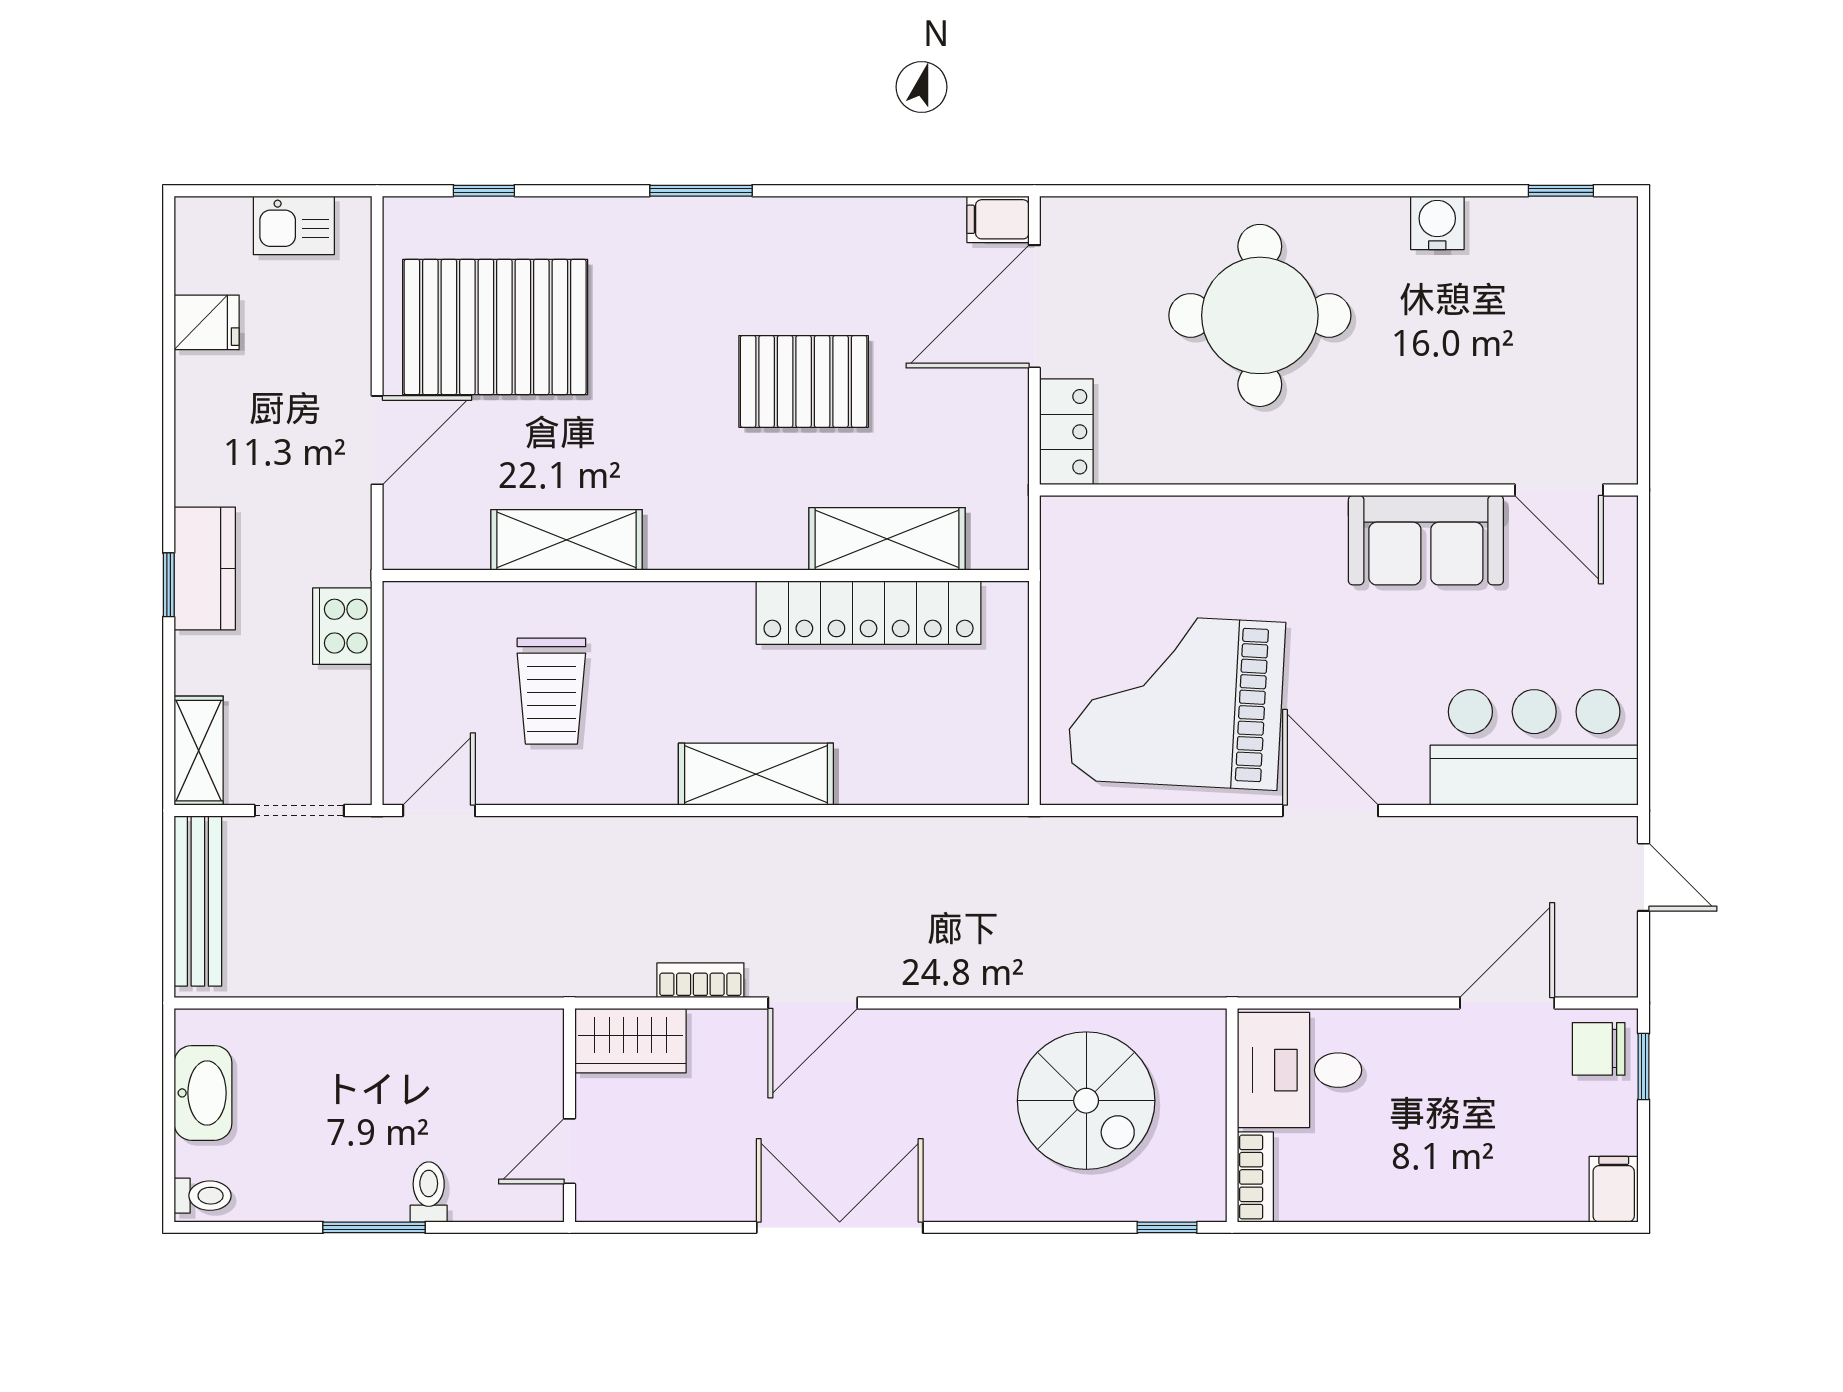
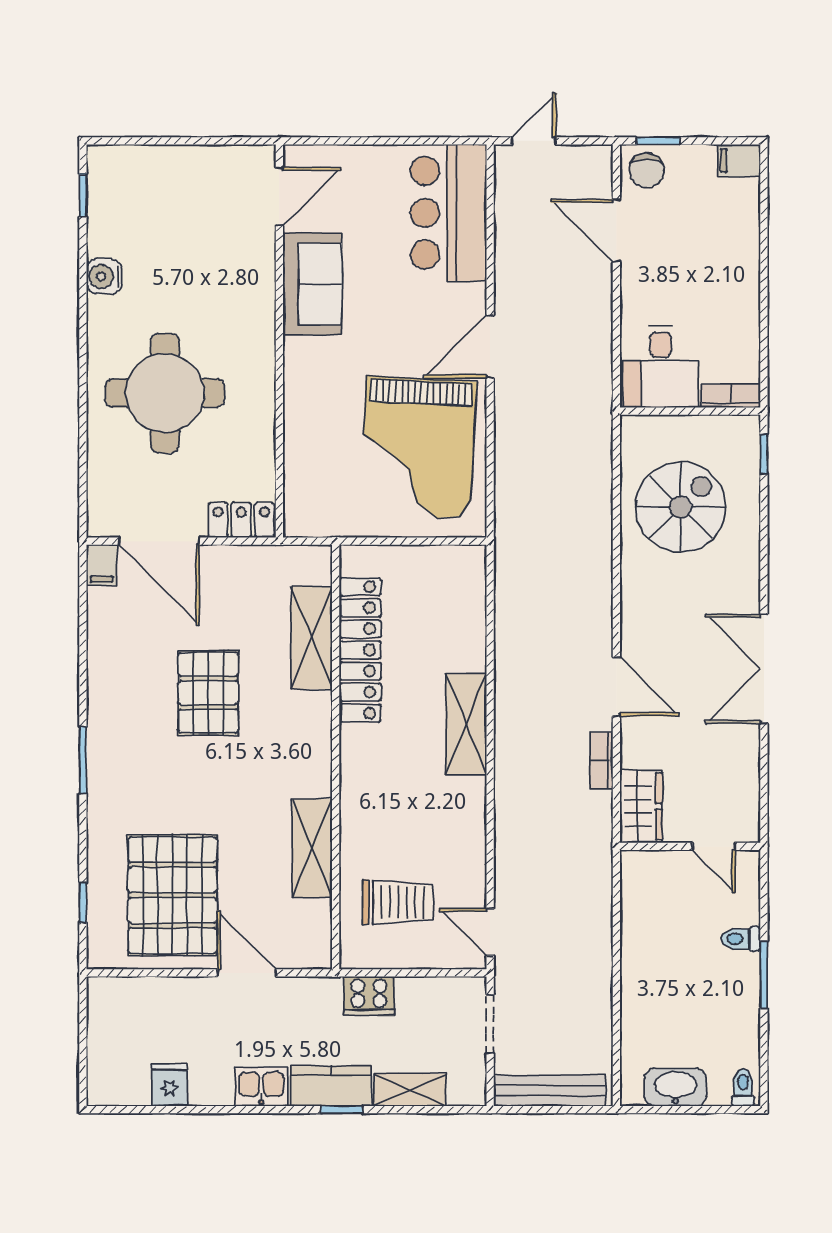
kitchen sink: (294, 225) -> (261, 1087), moved, turned -90
trolley: (551, 691) -> (398, 902), moved
shelving: (199, 751) -> (410, 1090), moved

